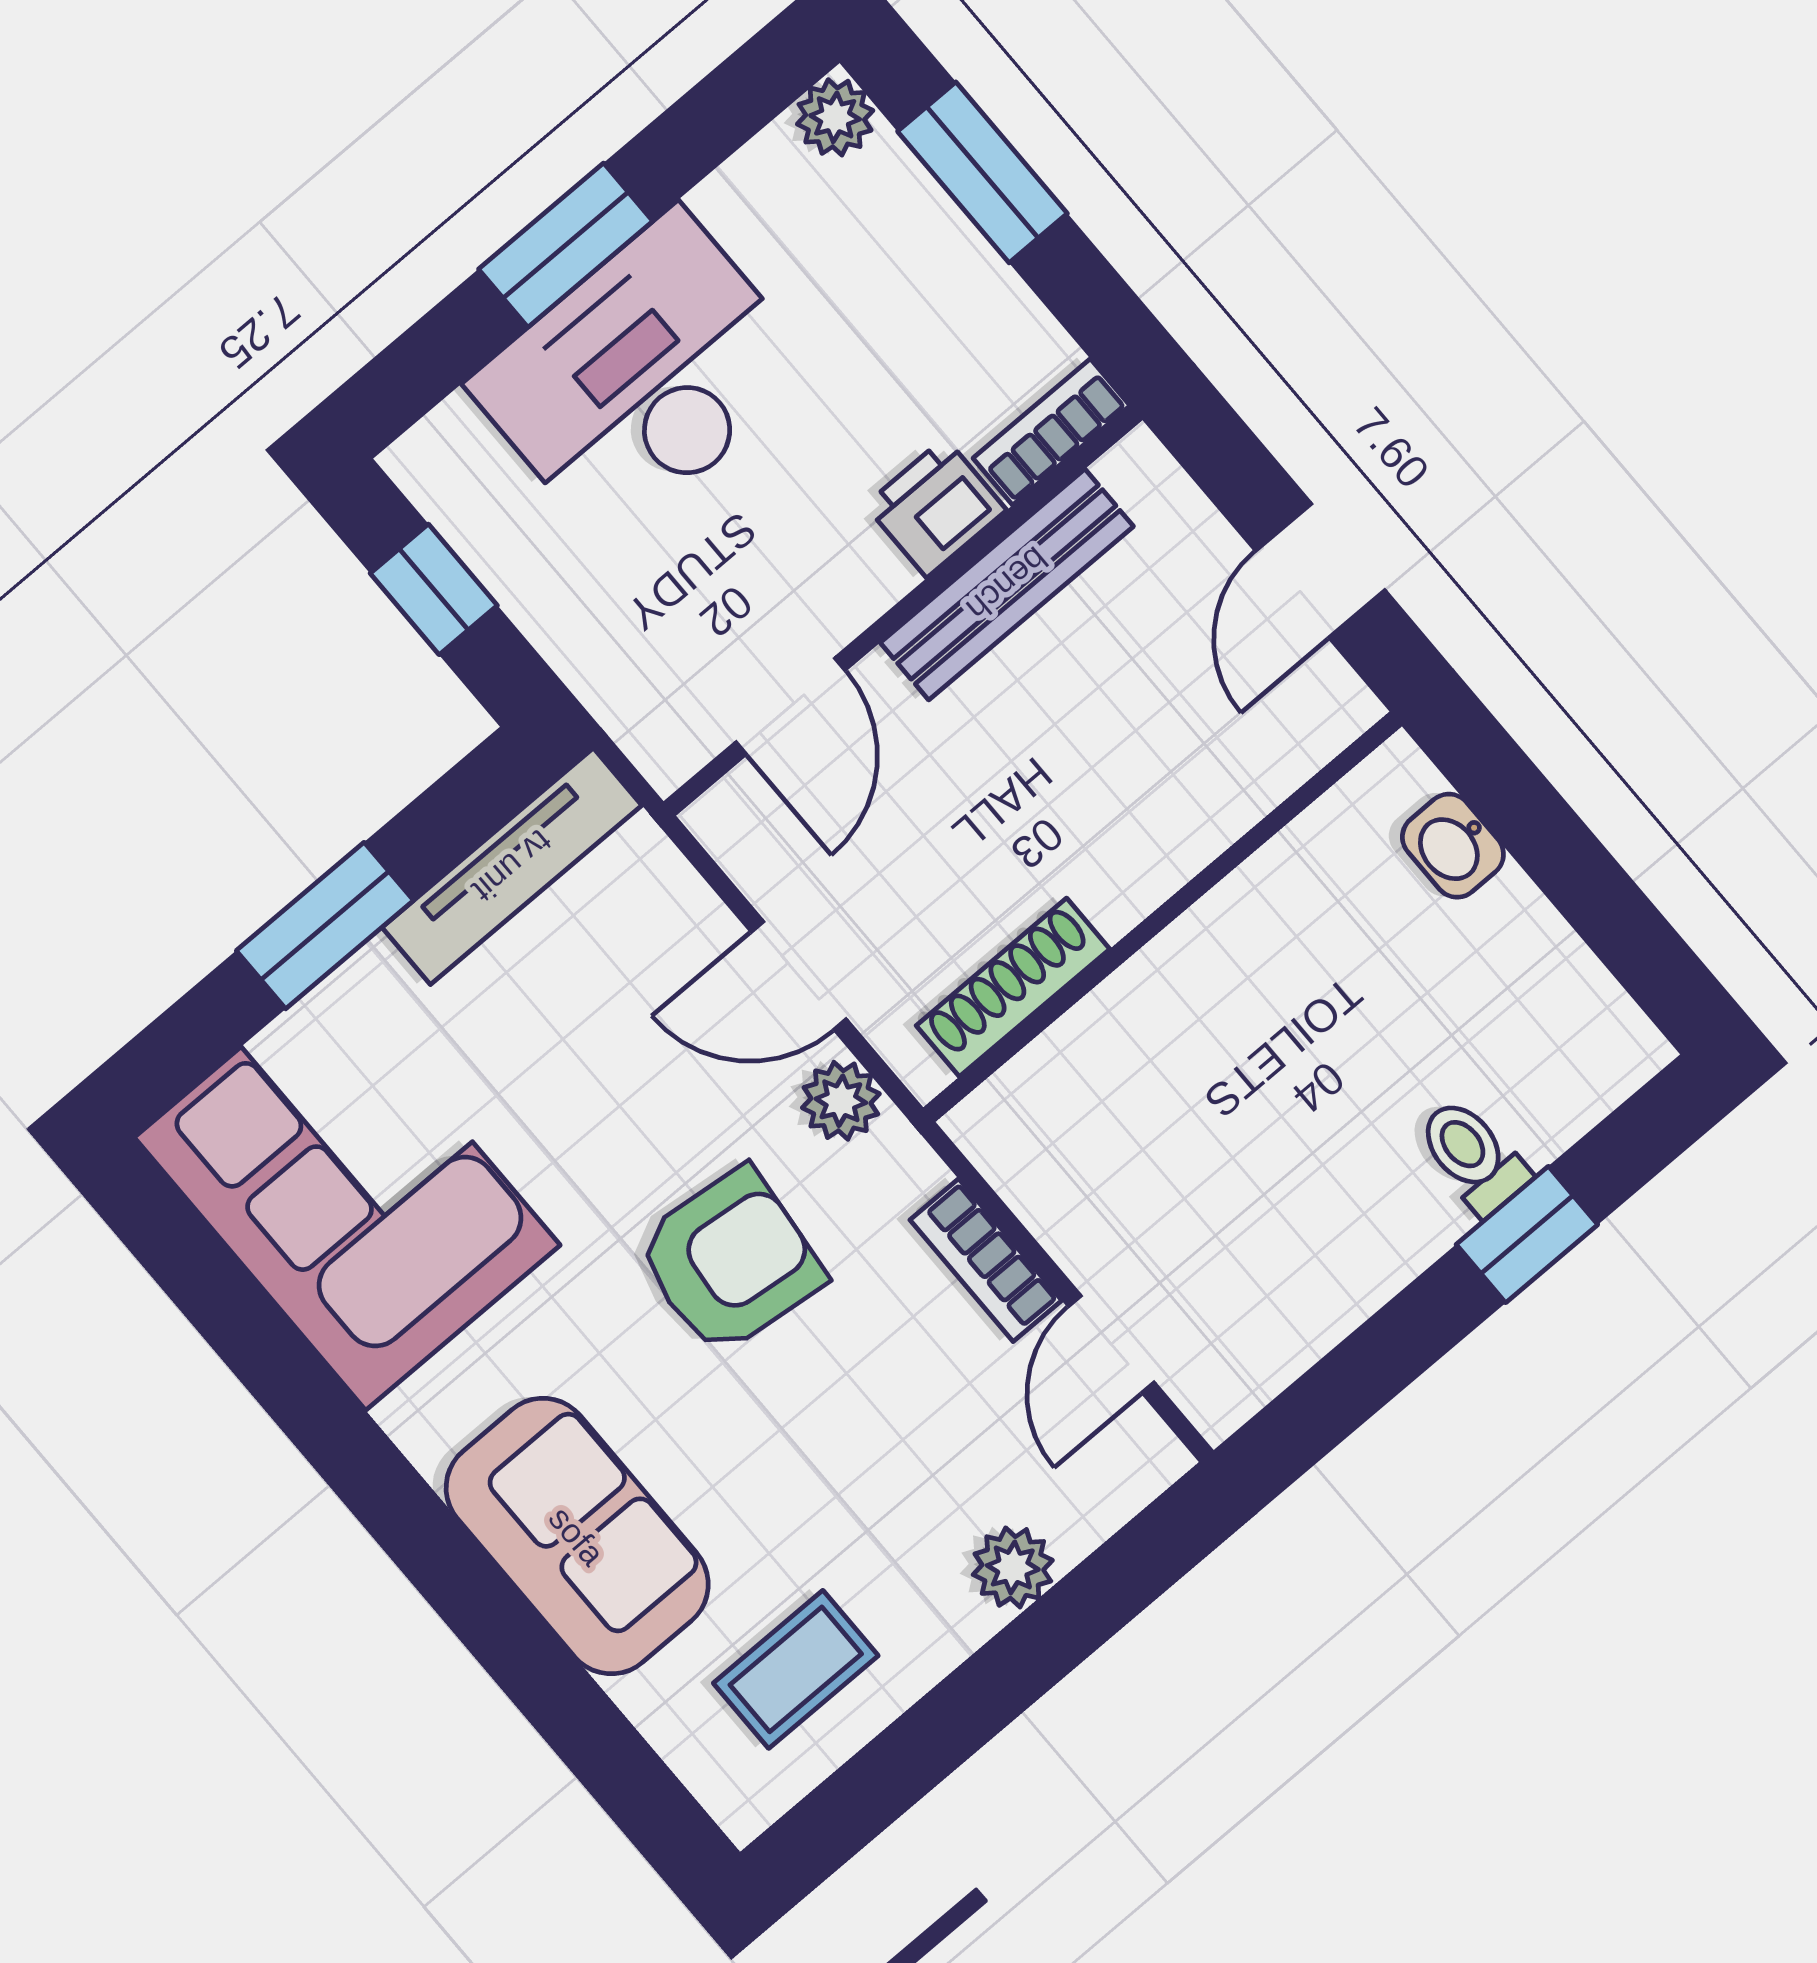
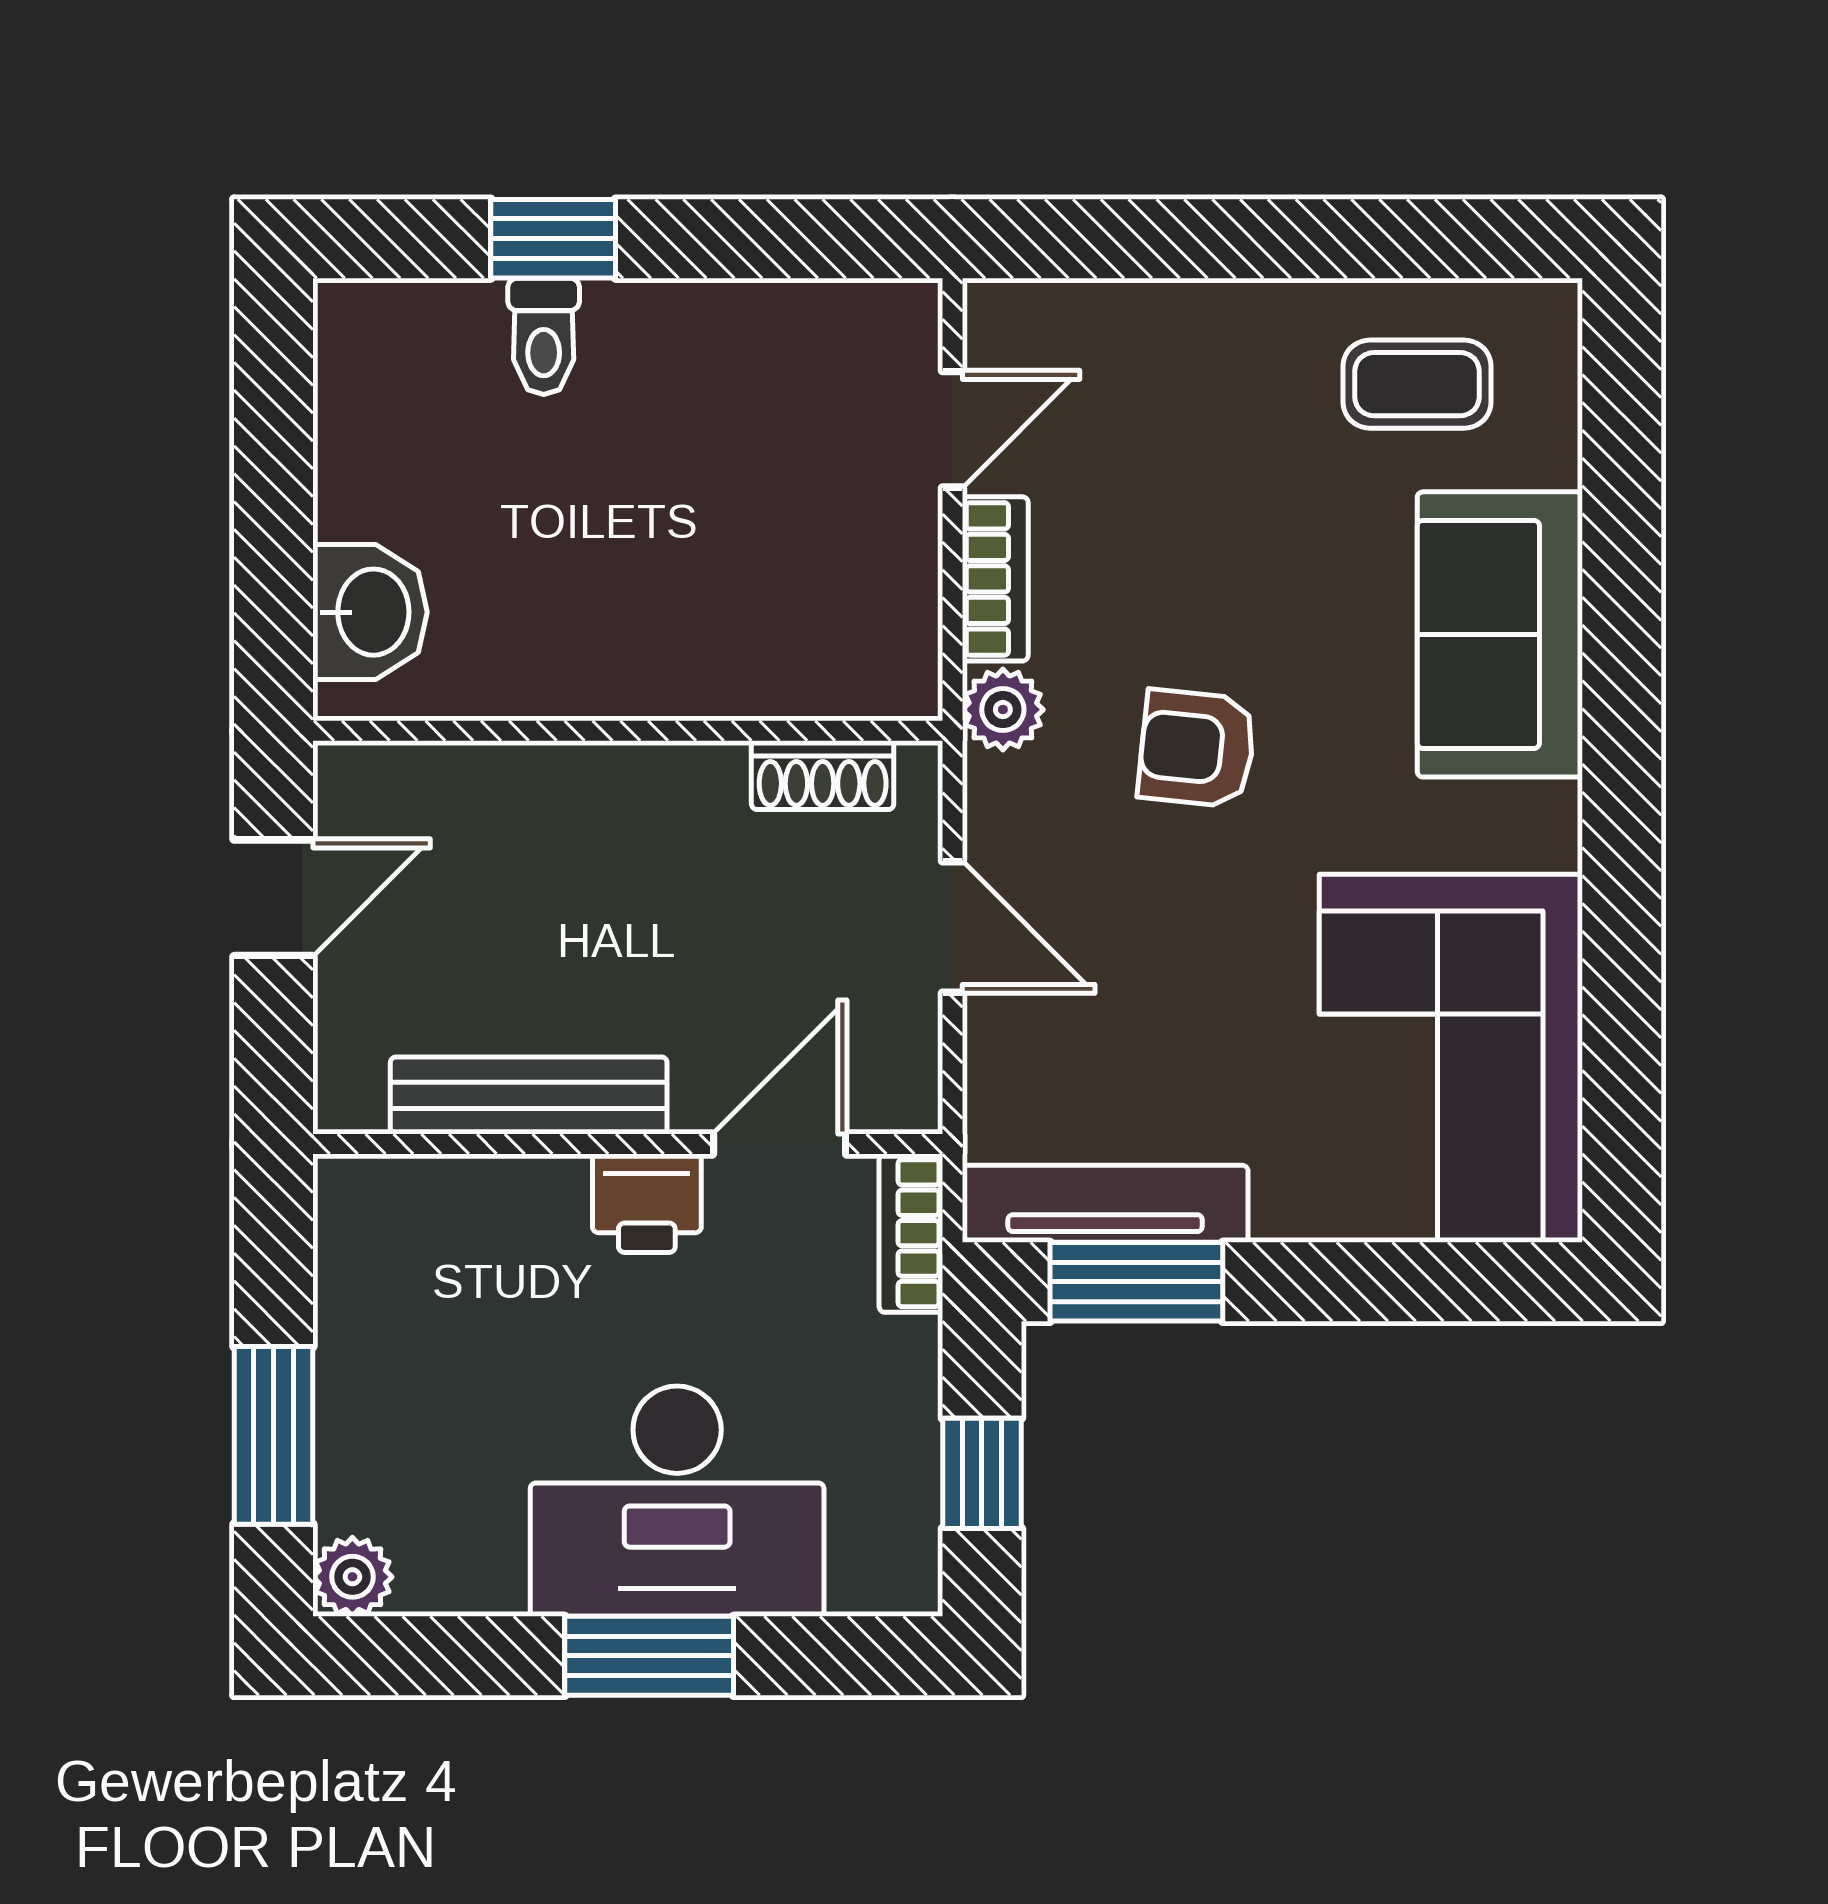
bookcase: (1051, 432) -> (911, 1233), moved, turned 90
printer: (936, 508) -> (647, 1203), moved
washbasin: (1453, 846) -> (370, 612), width x1.38, depth x1.45
window: (325, 926) -> (1136, 1282), moved
shoe rack: (1013, 987) -> (823, 775), width x0.70
plant: (841, 1101) -> (1003, 710), moved
armchair: (730, 1261) -> (1197, 749), width x0.72, depth x0.72
plant: (1013, 1567) -> (1179, 320), removed

